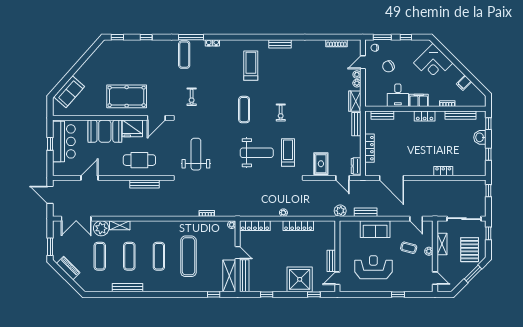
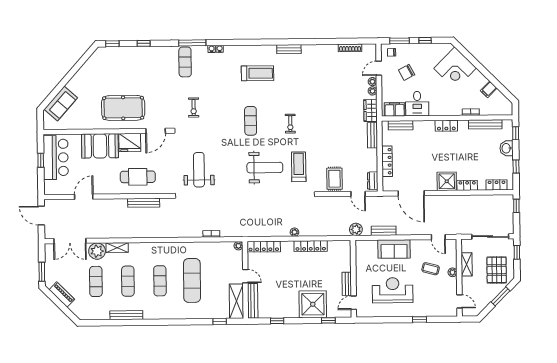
treadmill: (251, 66) -> (257, 73), turned 90
filing cabinet: (419, 100) -> (395, 109), moved
shower: (424, 167) -> (447, 181), added
locker: (470, 171) -> (497, 185), added

